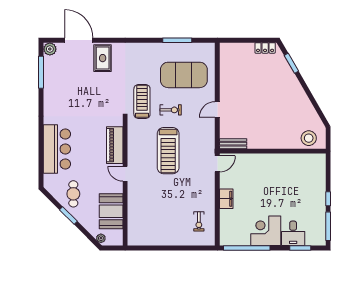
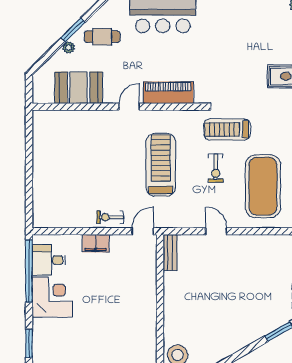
treadmill: (142, 102) -> (227, 130), turned 180
treadmill: (168, 151) -> (161, 165), turned 90
door: (217, 164) -> (143, 231), swing flipped
exercise bike: (199, 221) -> (110, 217), moved
desk: (293, 233) -> (49, 260), moved
plant: (101, 238) -> (69, 47), moved

